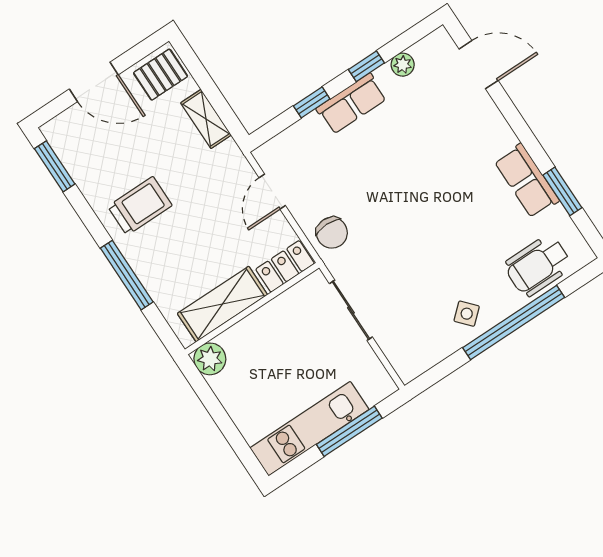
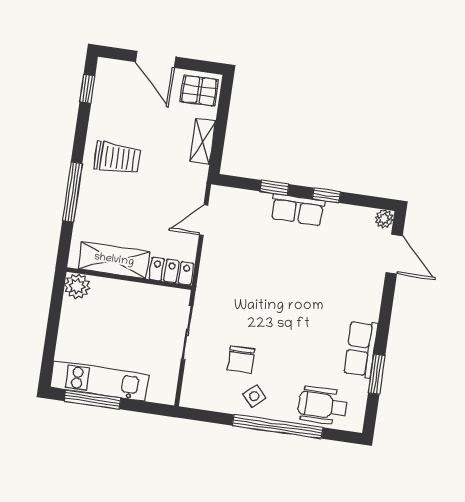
plant: (403, 65) -> (384, 219), moved
window: (55, 166) -> (87, 89), width x0.67
chair: (332, 233) -> (241, 360), moved
window: (349, 431) -> (92, 399), moved

